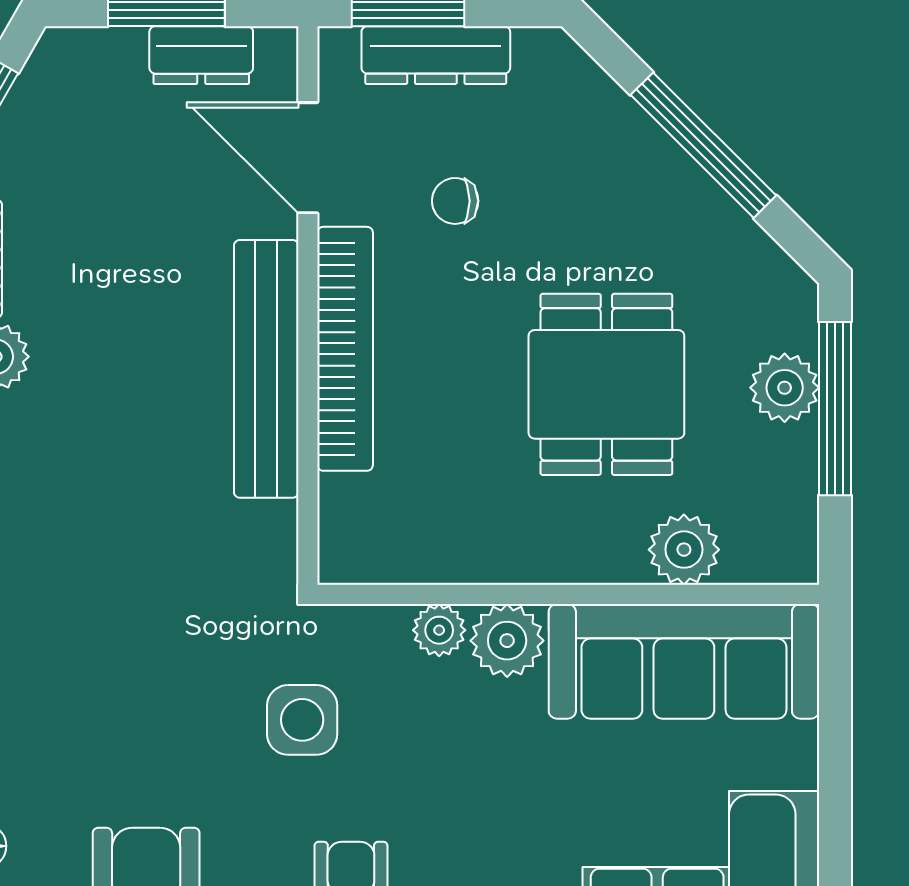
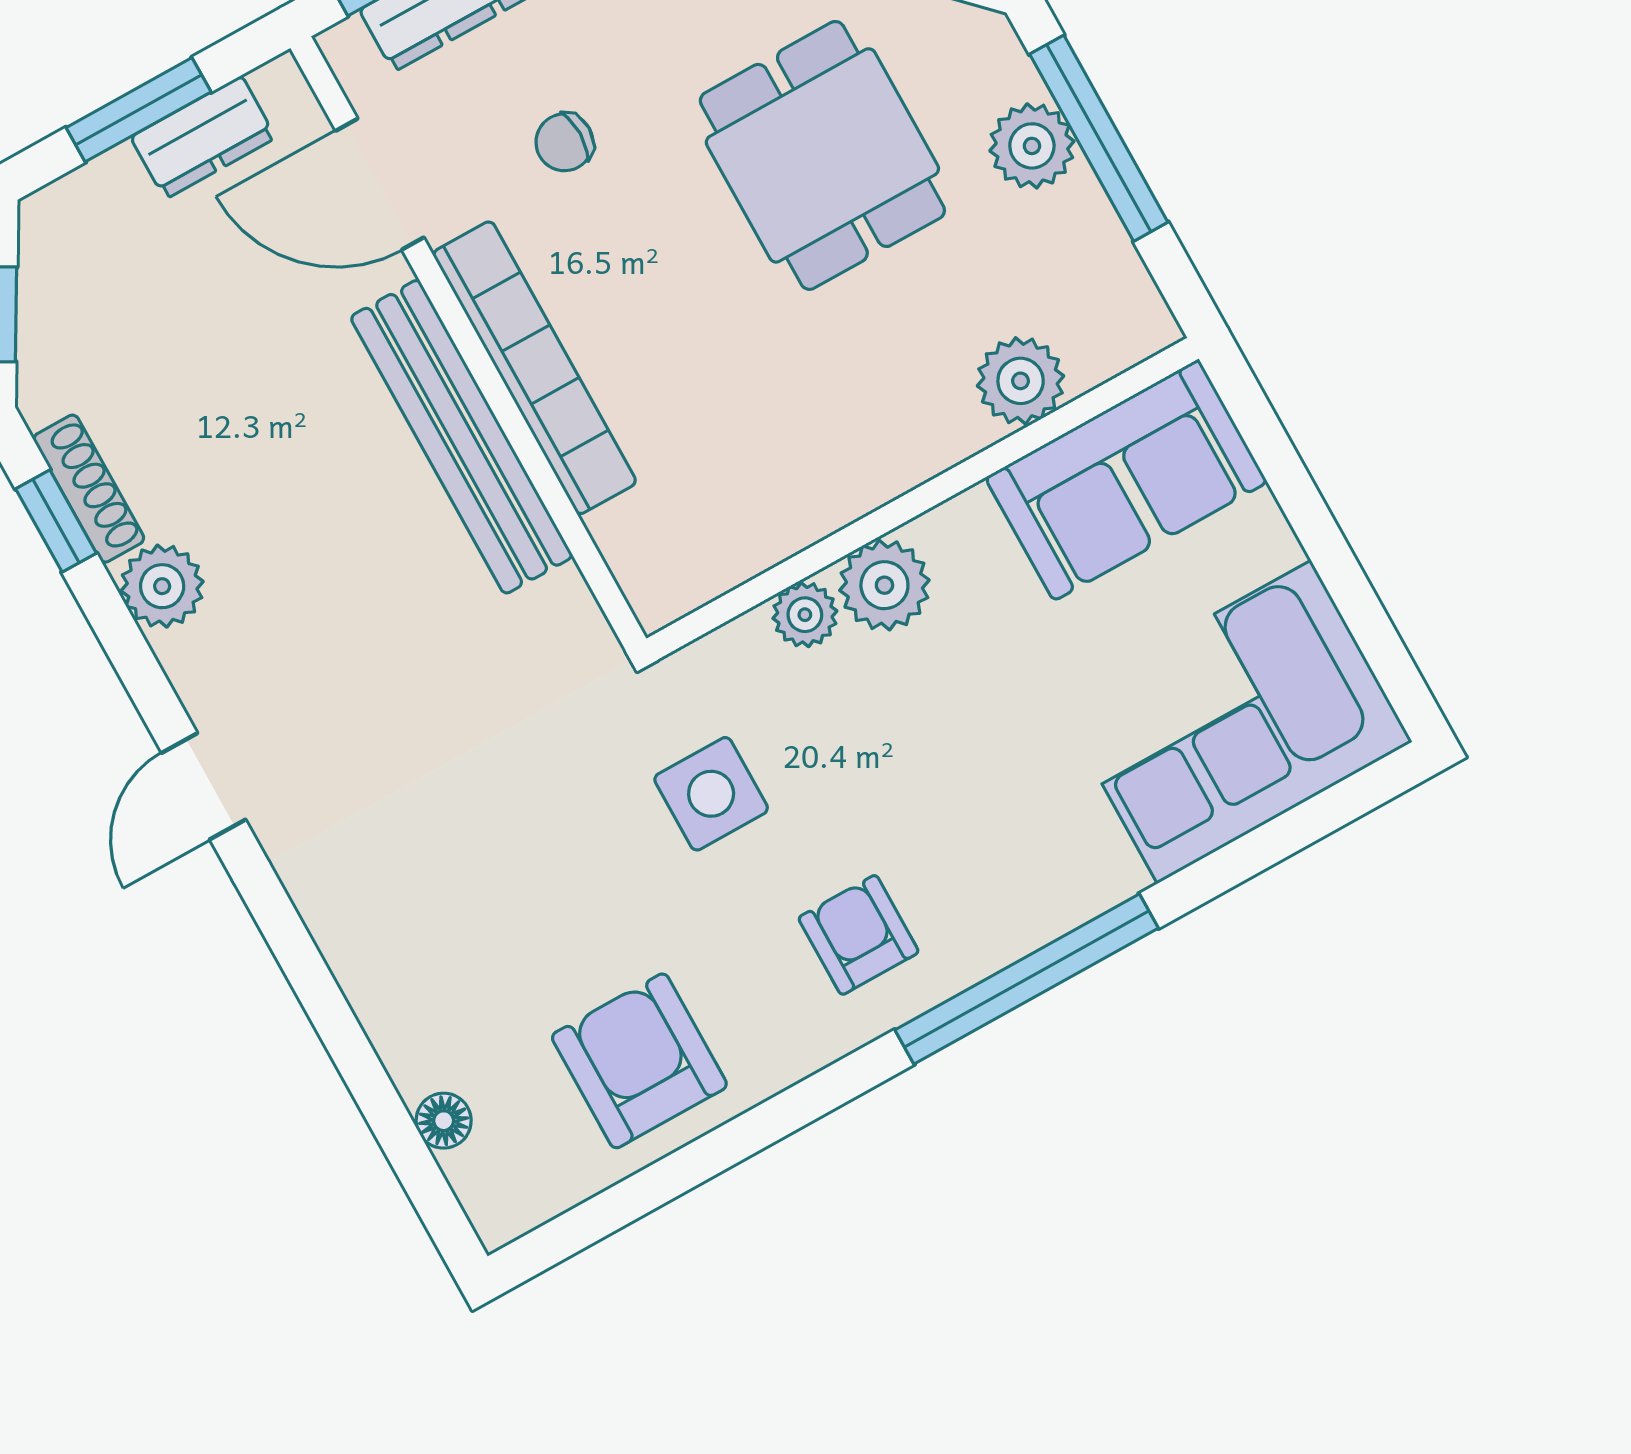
dining table: (606, 384) -> (822, 155), moved
sofa: (684, 661) -> (1126, 480), width x0.73

